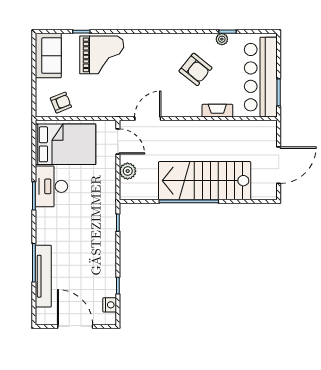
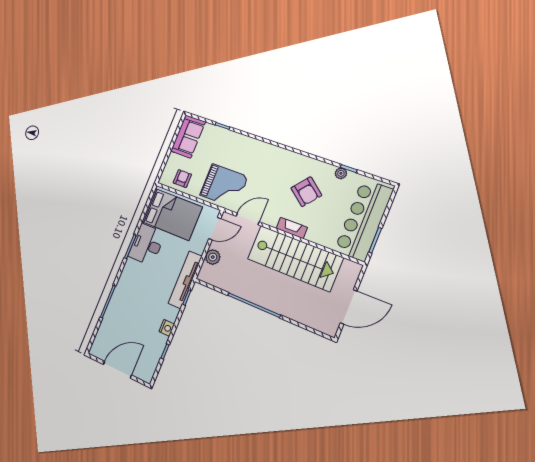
grand piano: (102, 55) -> (224, 186), moved
armchair: (61, 103) -> (182, 179), turned -68
fireplace: (217, 111) -> (292, 228), moved
door: (118, 141) -> (215, 229), hinge flipped
stairs: (205, 181) -> (295, 258), moved, turned 180
tv unit: (43, 276) -> (185, 280), moved, turned 180
nightstand: (110, 305) -> (167, 328), moved
door: (75, 327) -> (117, 370), hinge flipped

